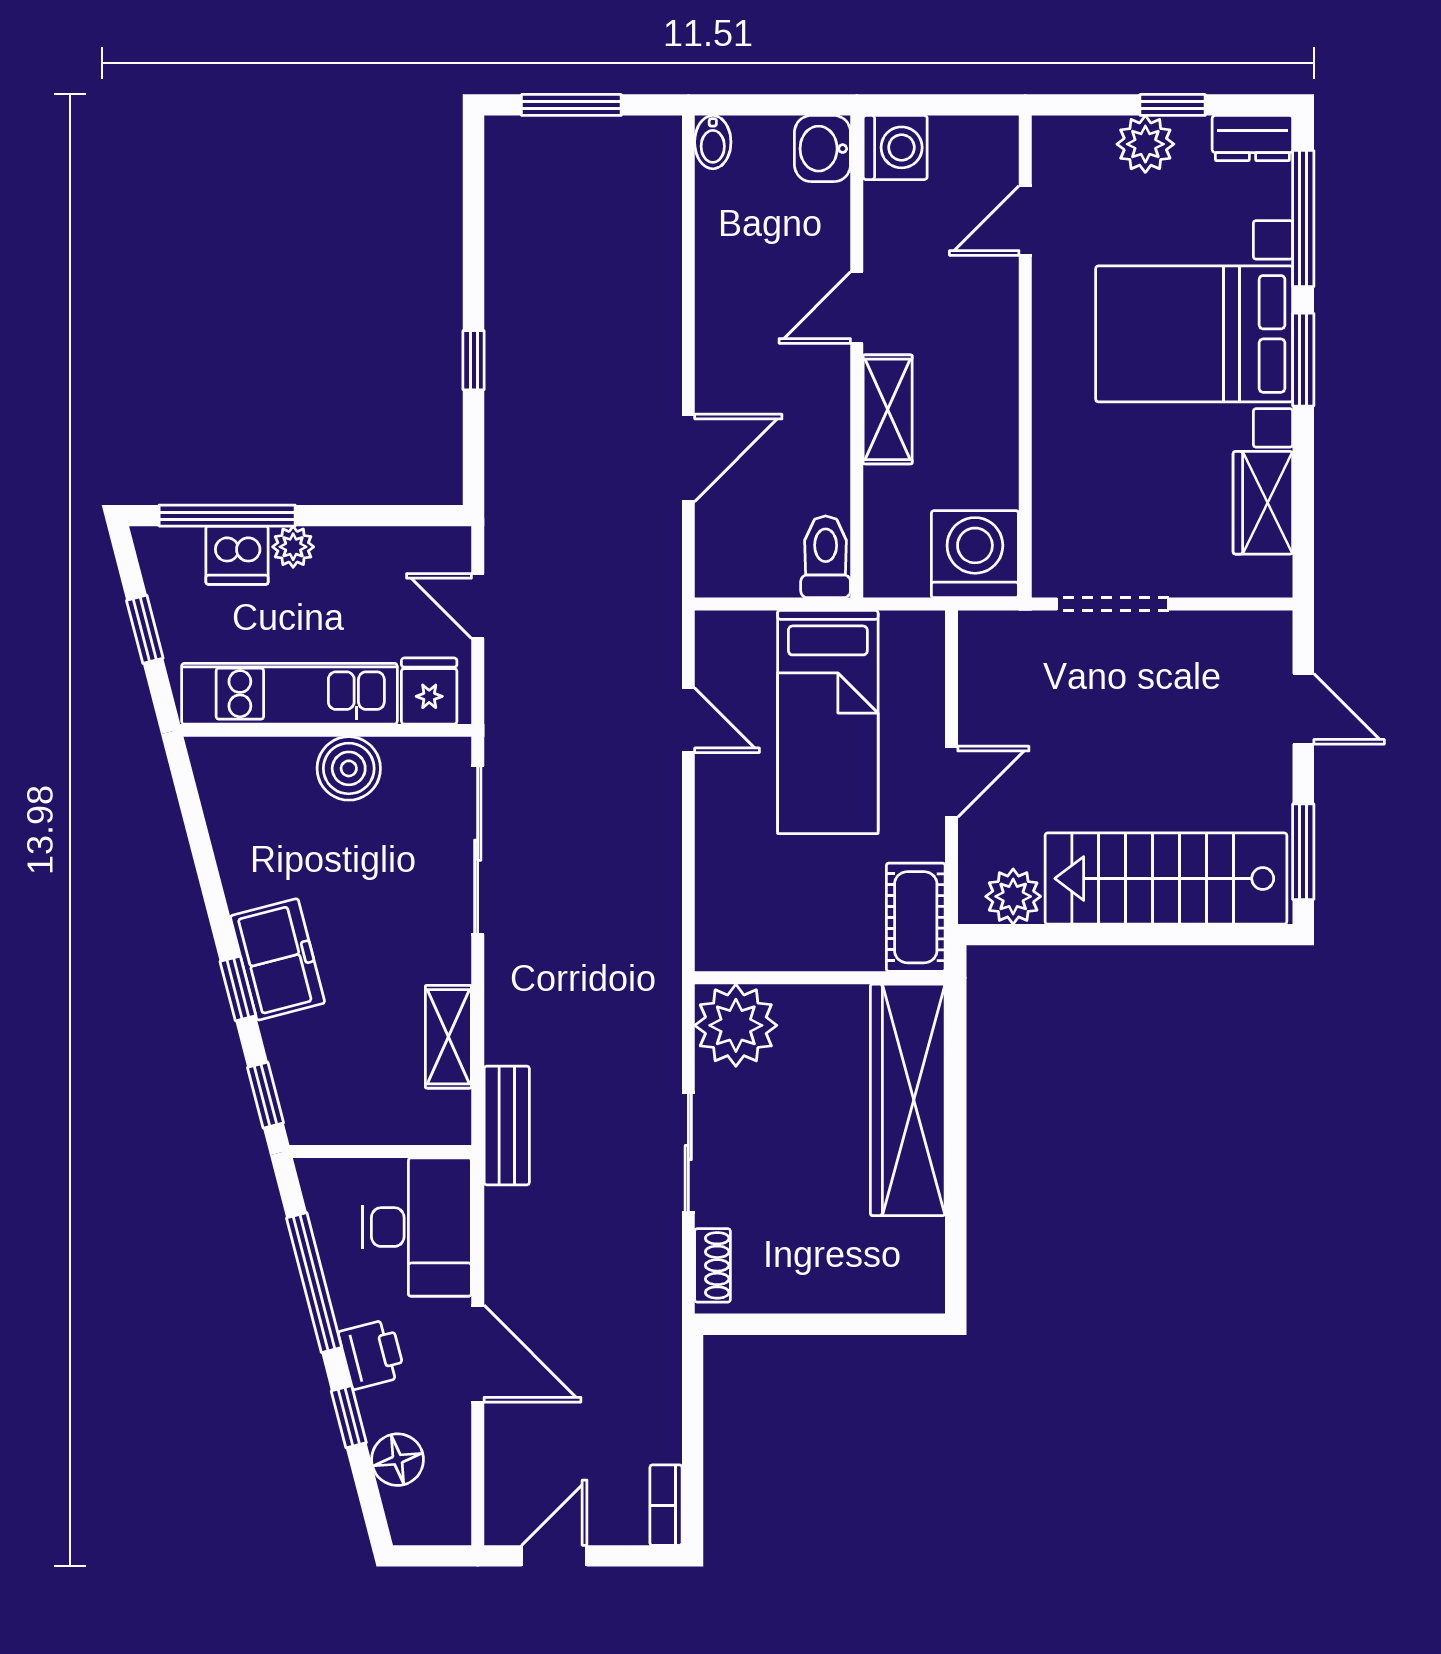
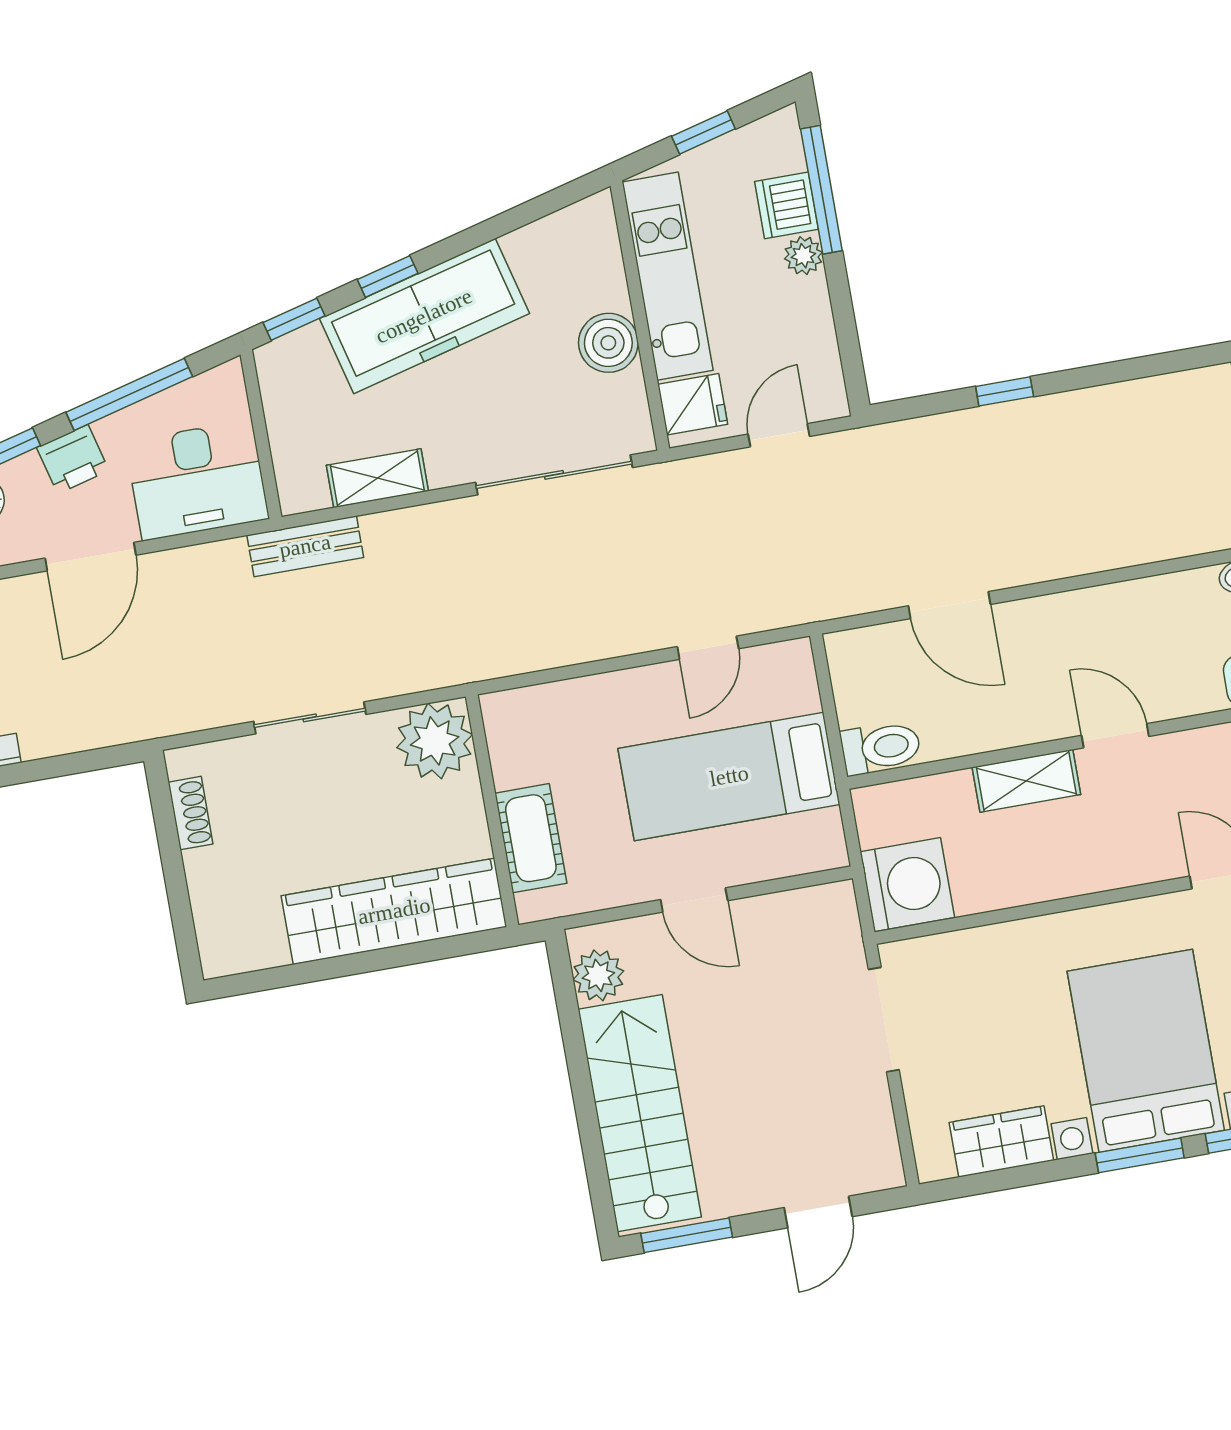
cot: (916, 917) -> (531, 838), moved, turned 90
freezer: (278, 959) -> (424, 316), width x1.91, depth x1.26
shoe rack: (713, 1265) -> (191, 813), moved, turned -90

